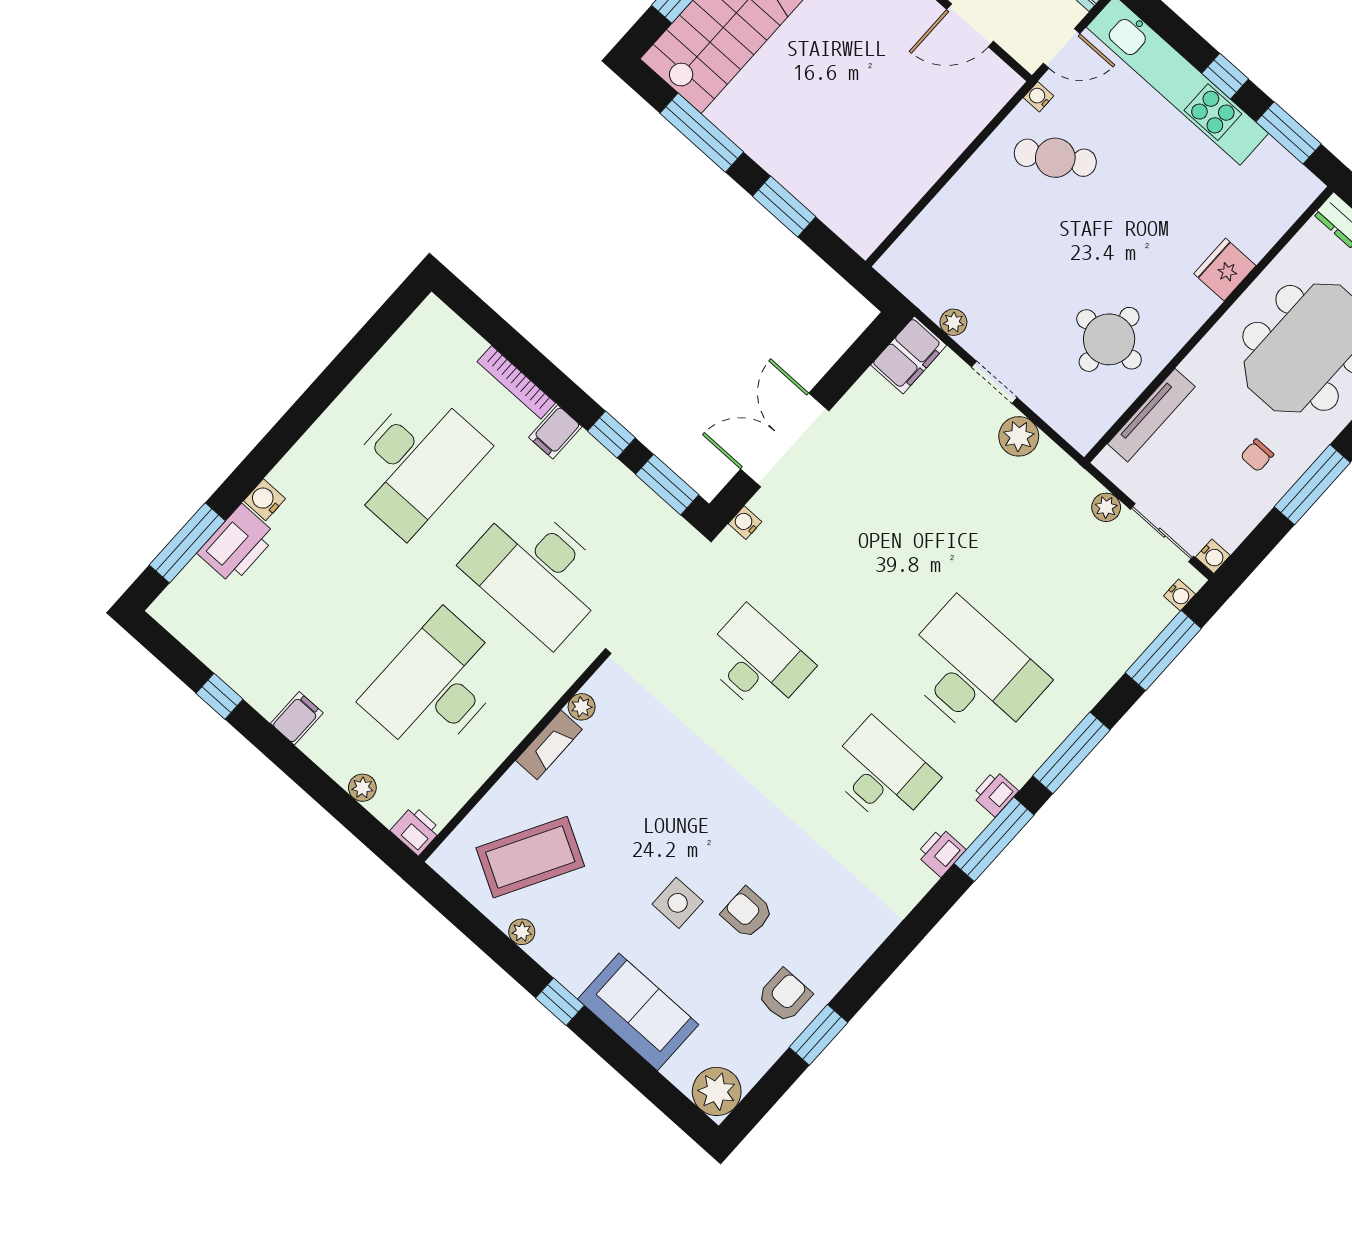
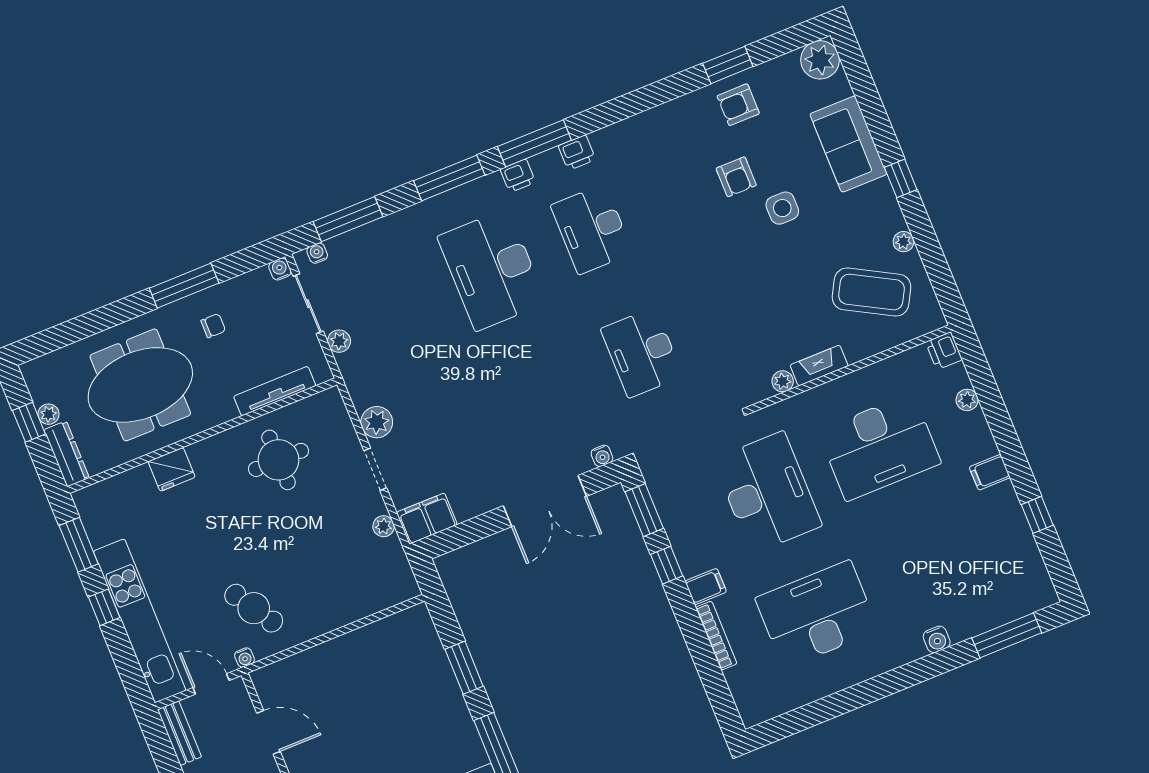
printer: (237, 544) -> (972, 617), removed

